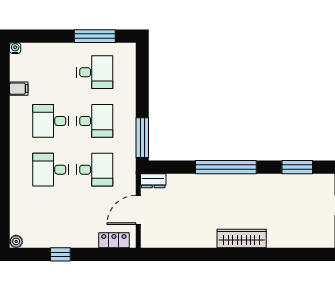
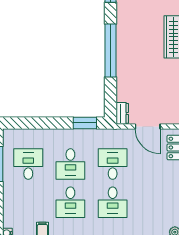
desk: (95, 121) -> (70, 164), turned 180
window: (142, 138) -> (85, 123), width x0.69

